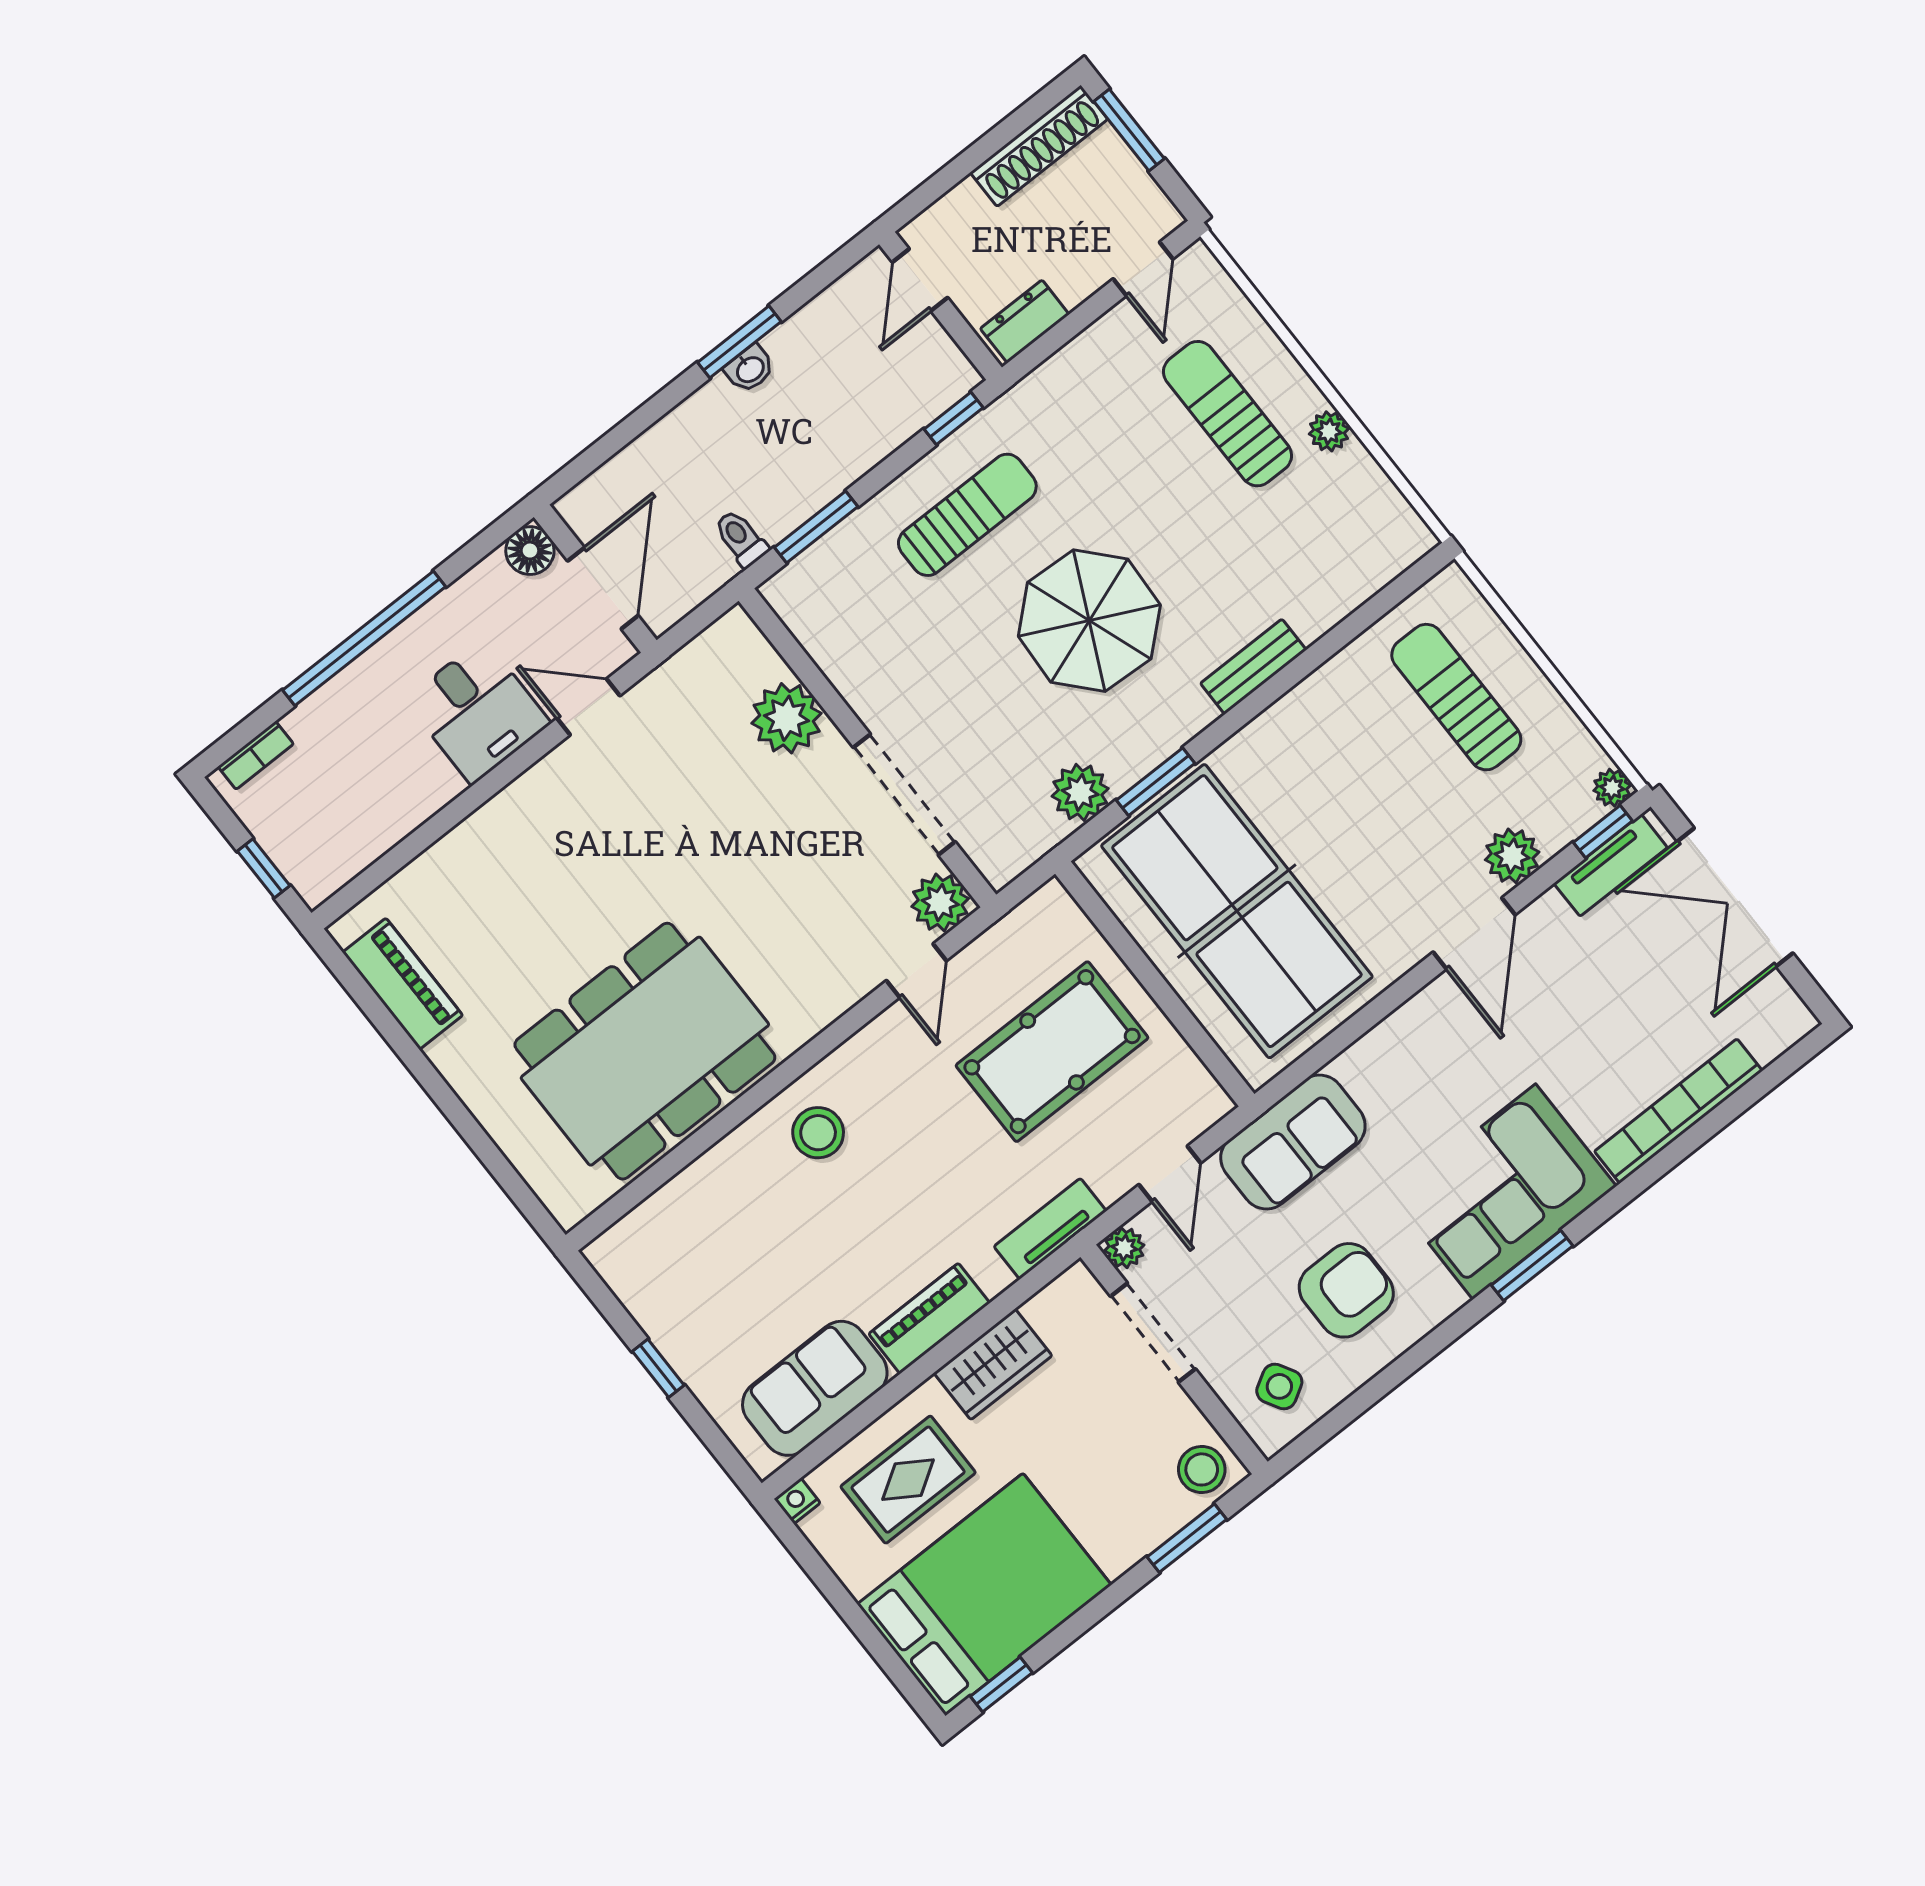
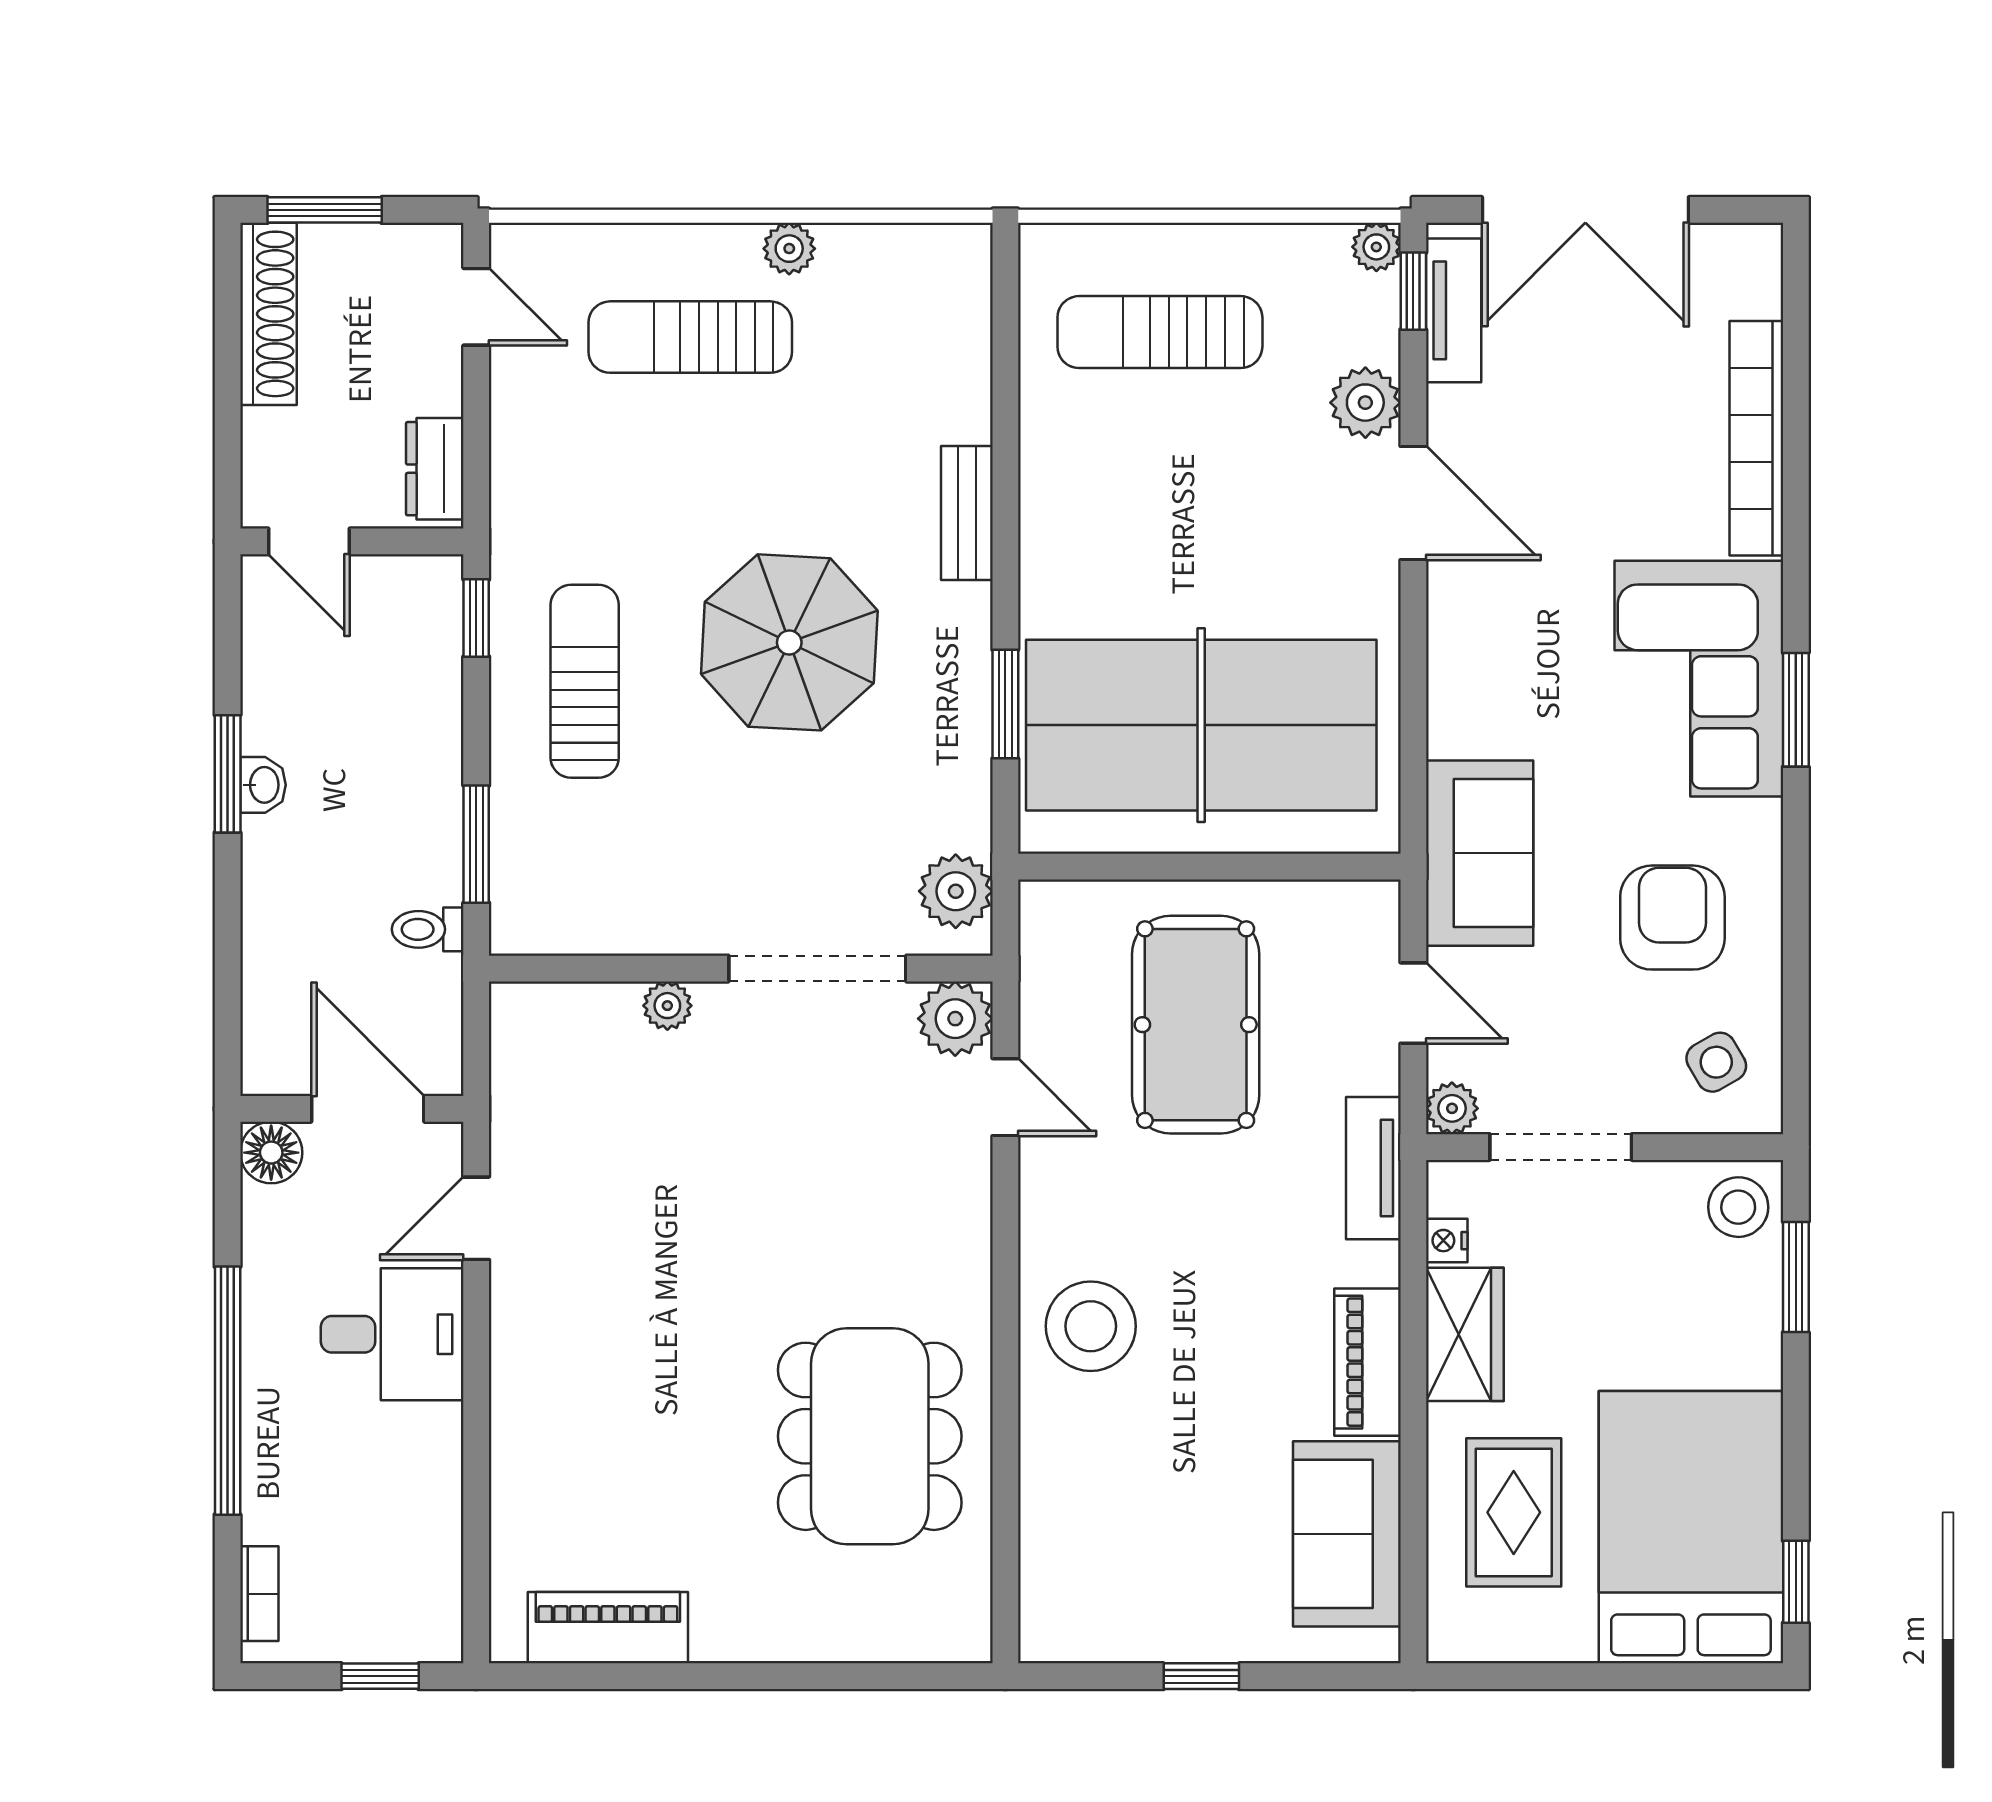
plant: (787, 718) -> (667, 1006), width x0.53, depth x0.53
plant: (1080, 792) -> (956, 891), moved
dining table: (645, 1051) -> (870, 1436), width x0.73, depth x0.80
stool: (818, 1133) -> (1091, 1326), width x1.38, depth x1.38
nightstand: (797, 1501) -> (1447, 1241), moved

